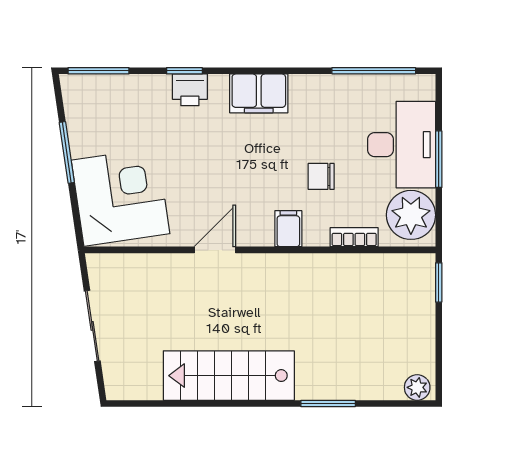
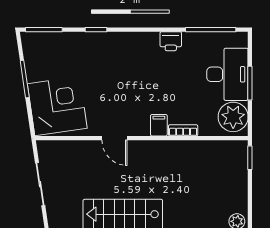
printer: (190, 90) -> (171, 41), moved
filing cabinet: (259, 93) -> (141, 43), removed
chair: (321, 176) -> (179, 94), removed
bookcase: (354, 237) -> (183, 130), moved
door: (215, 250) -> (114, 138), swing flipped

